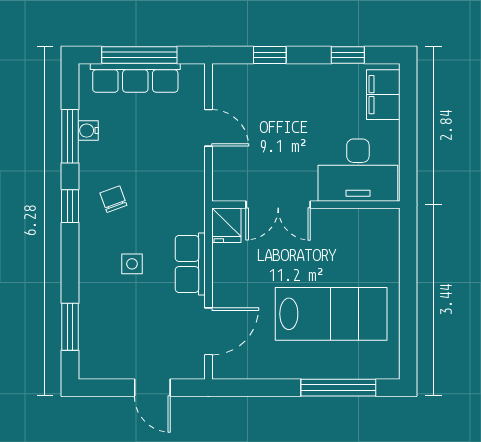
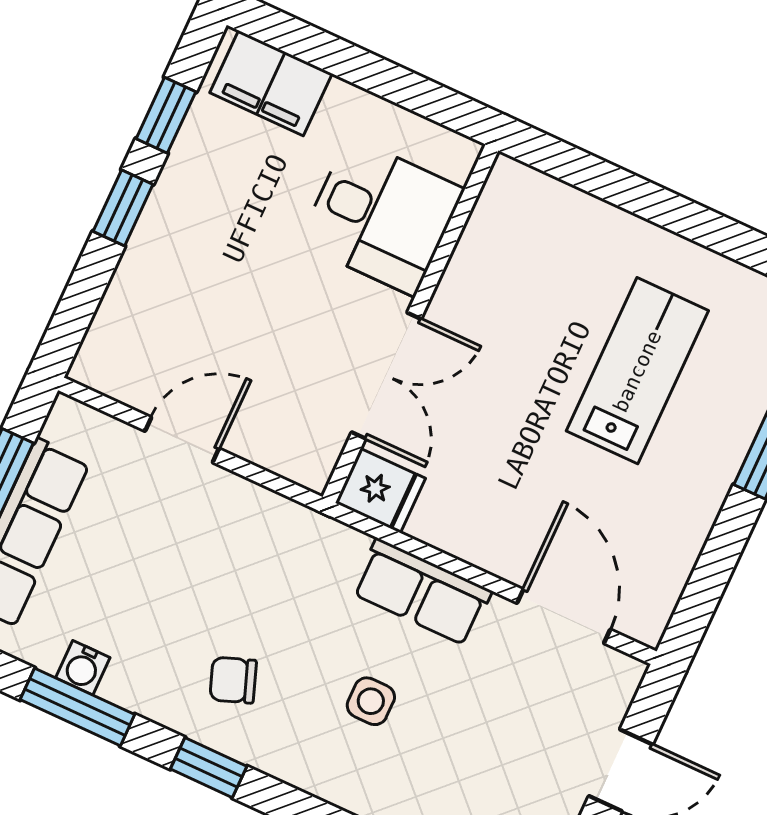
window: (270, 55) -> (123, 208), moved
desk: (358, 170) -> (381, 216), width x0.73
lab bench: (331, 314) -> (637, 371), width x0.73, depth x0.72

